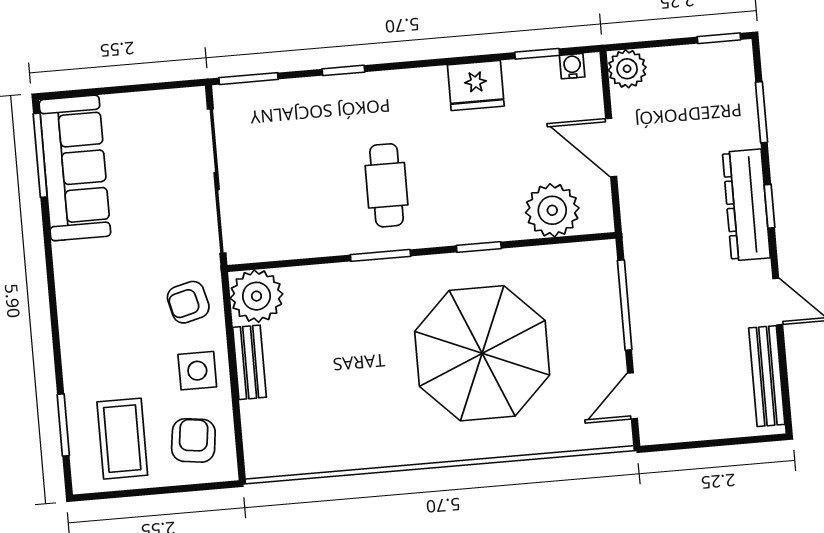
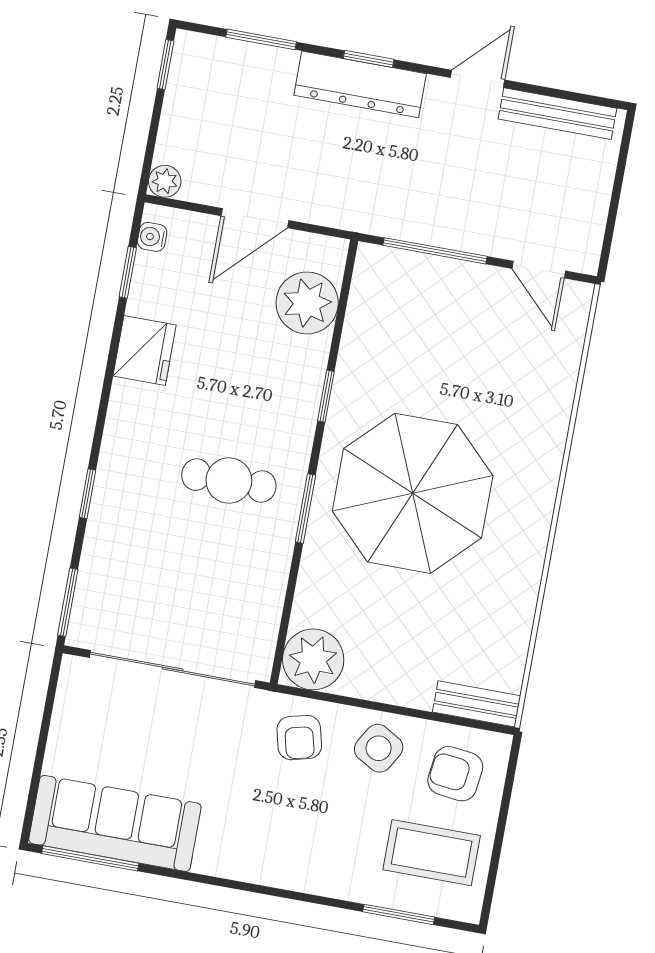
plant: (627, 69) -> (165, 181), width x0.73, depth x0.73
parasol: (482, 353) -> (413, 493), moved
bench: (250, 362) -> (477, 704), moved
side table: (197, 371) -> (379, 748), turned 30

